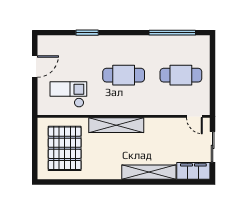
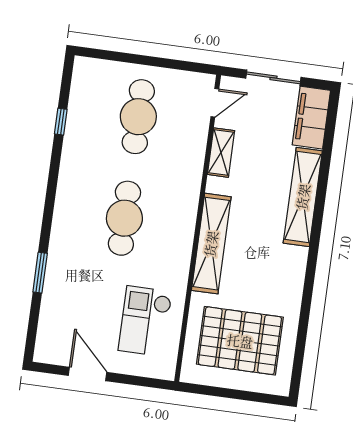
window: (172, 33) -> (61, 122), width x0.32
shelving: (167, 124) -> (221, 153), added

